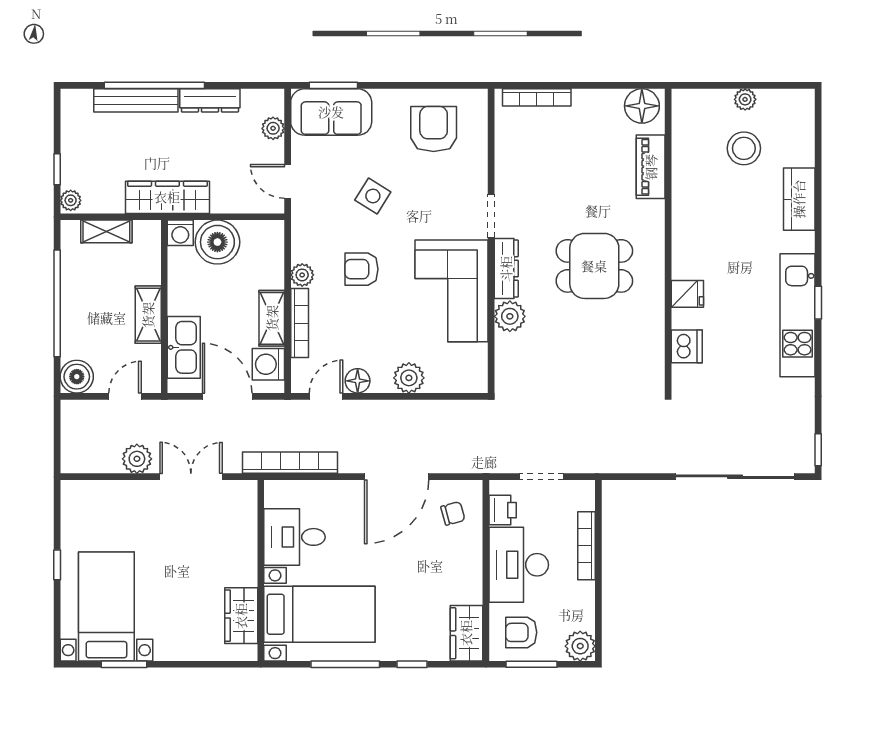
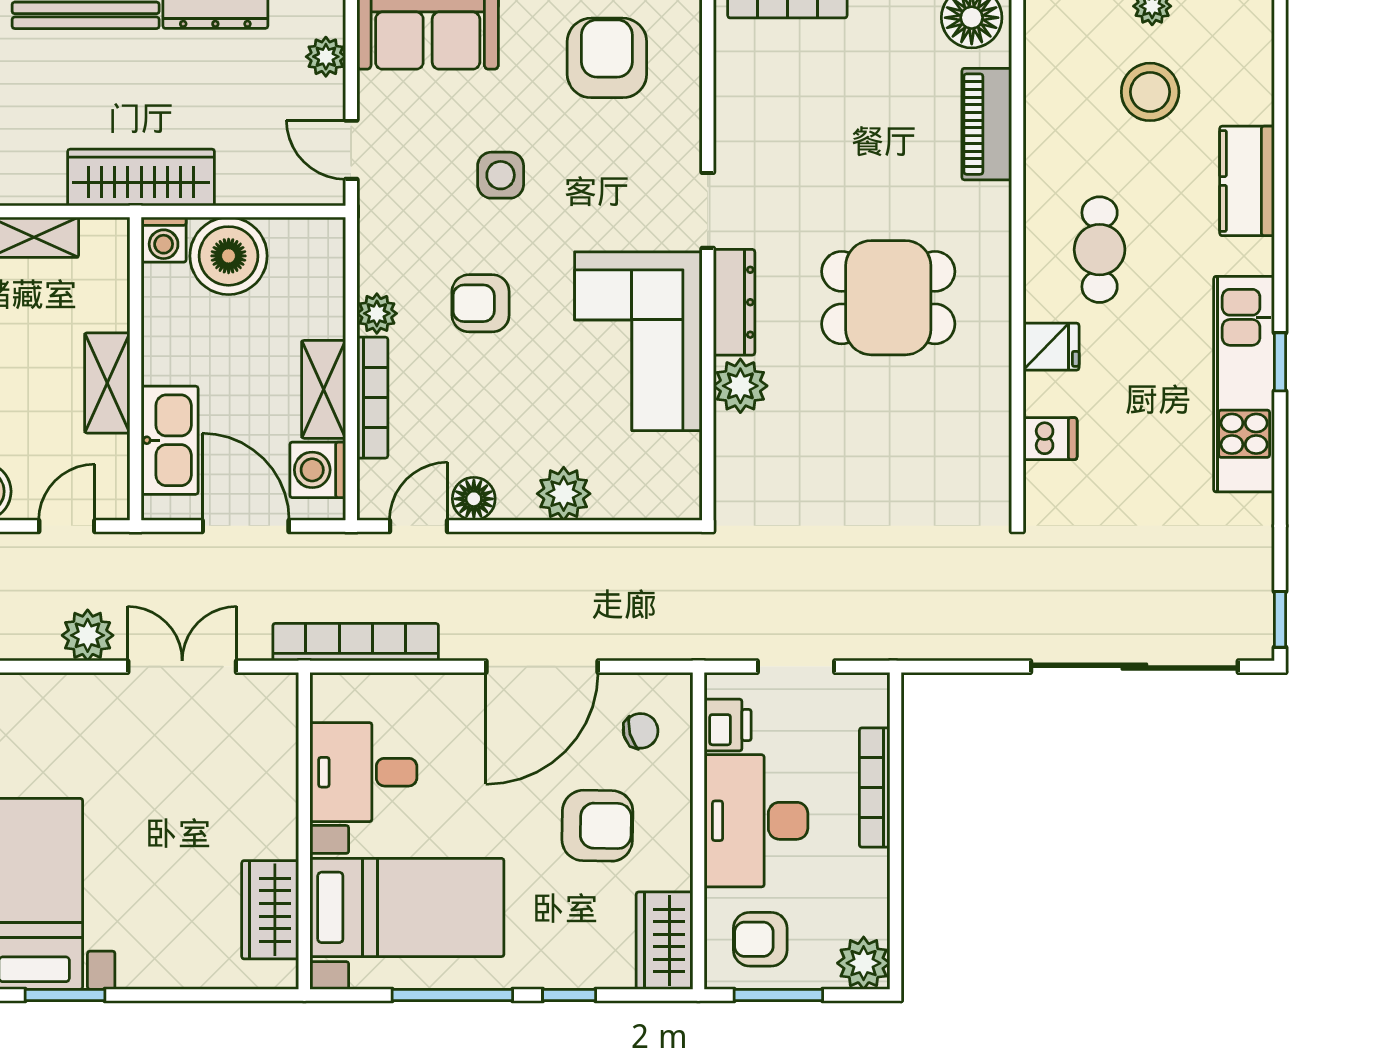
side table: (373, 196) -> (501, 175), turned -32
cafe table: (715, 238) -> (1100, 250), added
dishwasher: (687, 346) -> (1050, 439), width x0.73
armchair: (428, 568) -> (597, 826), added

